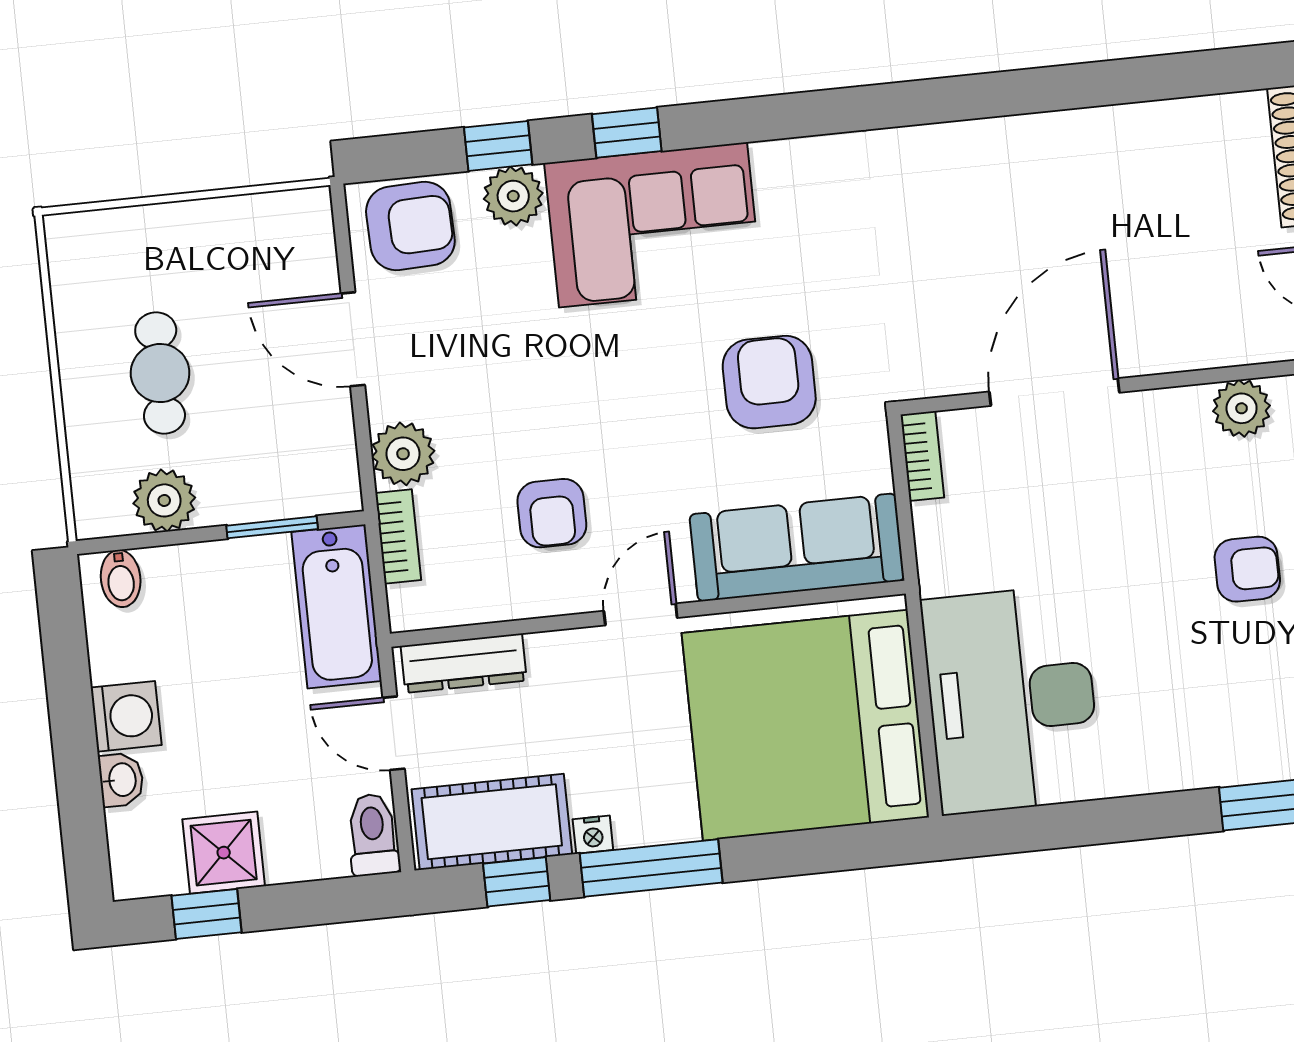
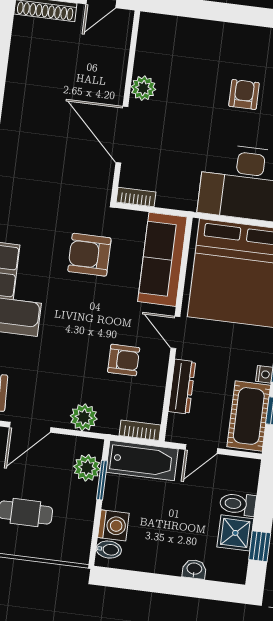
plant: (1242, 408) -> (143, 88), moved
plant: (164, 500) -> (87, 468), moved
bookcase: (398, 537) -> (140, 430), moved
armchair: (1247, 569) -> (244, 94), moved
dresser: (464, 663) -> (182, 387), moved
washing machine: (126, 716) -> (113, 525), moved, turned 90
toilet: (373, 835) -> (238, 504), moved

